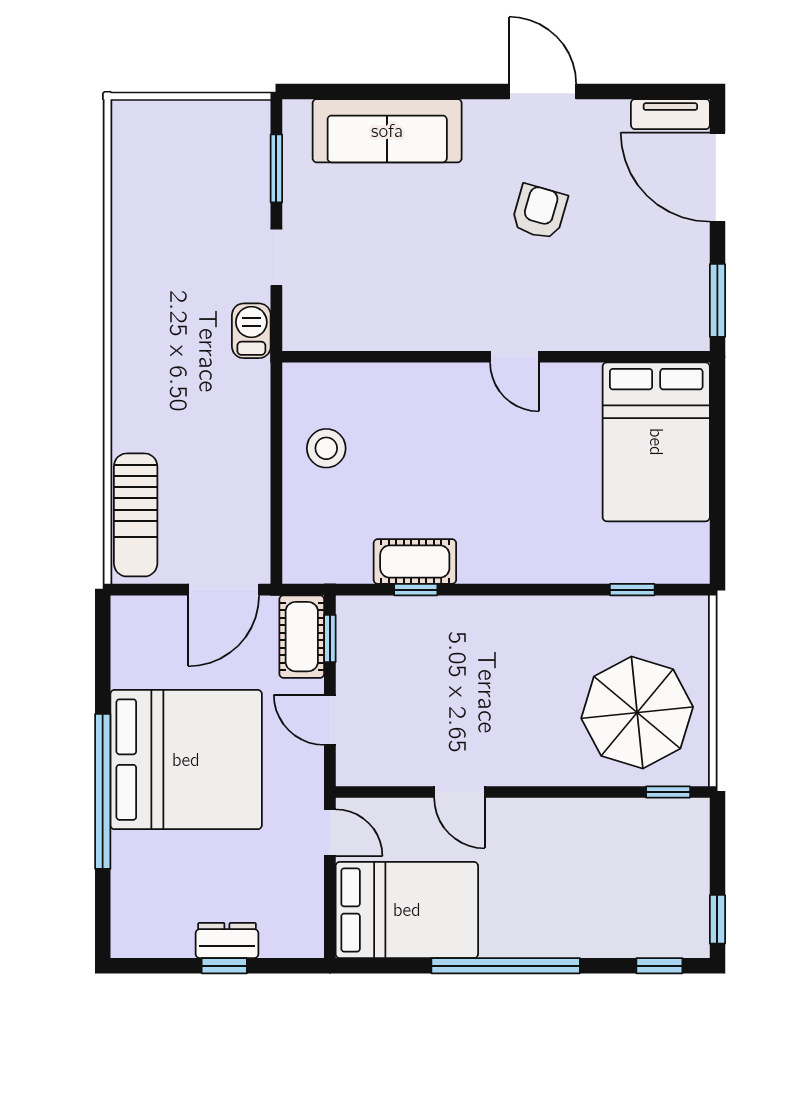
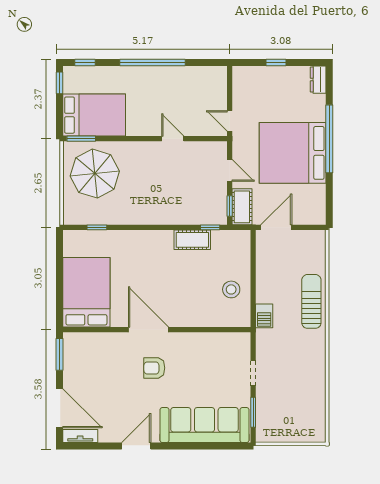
door: (543, 91) -> (136, 446), swing flipped
sofa: (387, 131) -> (204, 425), width x1.36, depth x1.27
armchair: (539, 212) -> (154, 368), moved, turned 74
barbecue: (251, 331) -> (264, 316), moved
door: (515, 357) -> (149, 330), width x1.88
sun lounger: (136, 515) -> (311, 301), moved
window: (416, 590) -> (210, 227), moved
window: (668, 792) -> (81, 139), width x1.50
bed: (407, 910) -> (94, 115), moved, turned 180
dresser: (227, 940) -> (318, 80), moved, turned 90

